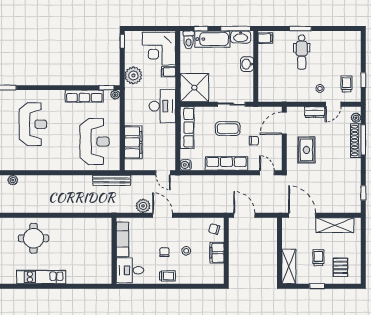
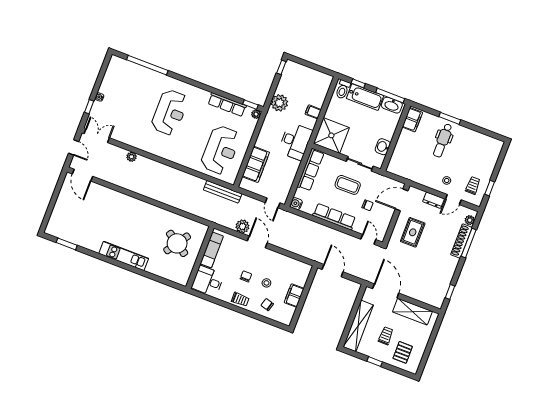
filing cabinet: (265, 38) -> (412, 120), width x2.00
corner desk: (159, 49) -> (313, 87), removed
washbasin: (247, 64) -> (383, 147), moved
chair: (214, 229) -> (267, 305), moved
round table: (34, 238) -> (177, 243), moved, turned 34
shelving: (289, 266) -> (358, 326), width x1.47

